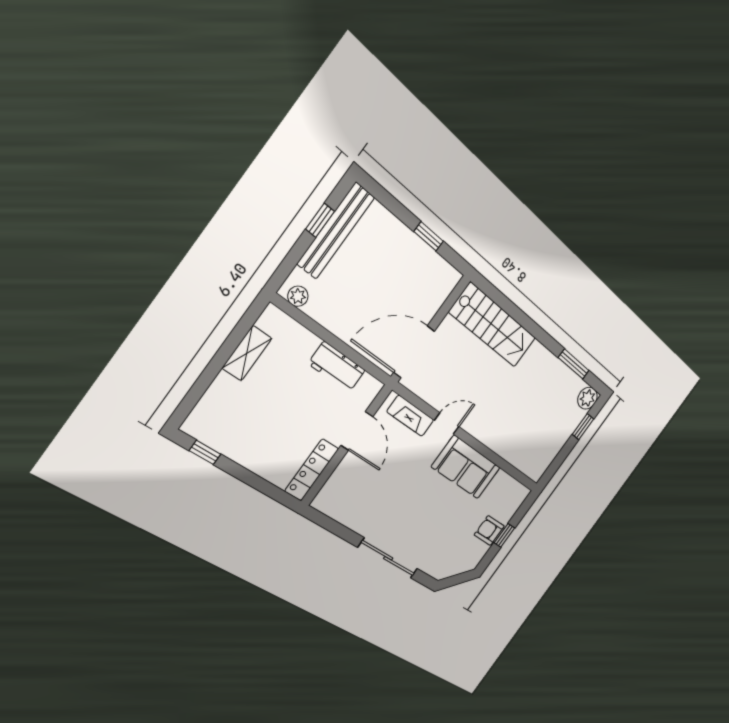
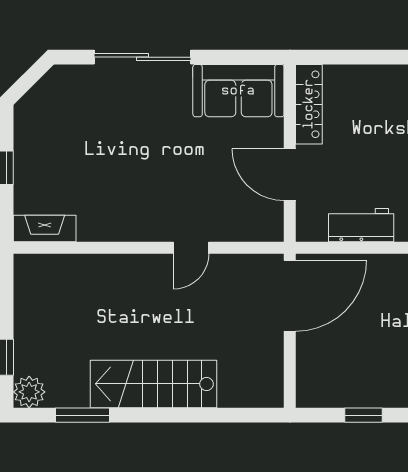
stairs: (493, 325) -> (153, 384), moved
fireplace: (410, 416) -> (45, 228), moved
sofa: (466, 467) -> (238, 91), moved, turned 180
armchair: (489, 531) -> (33, 162), removed

